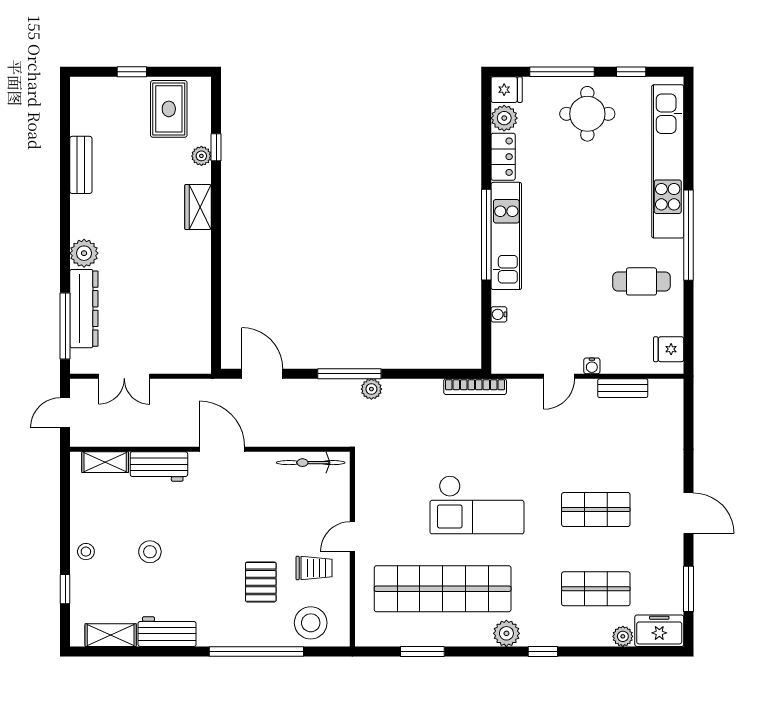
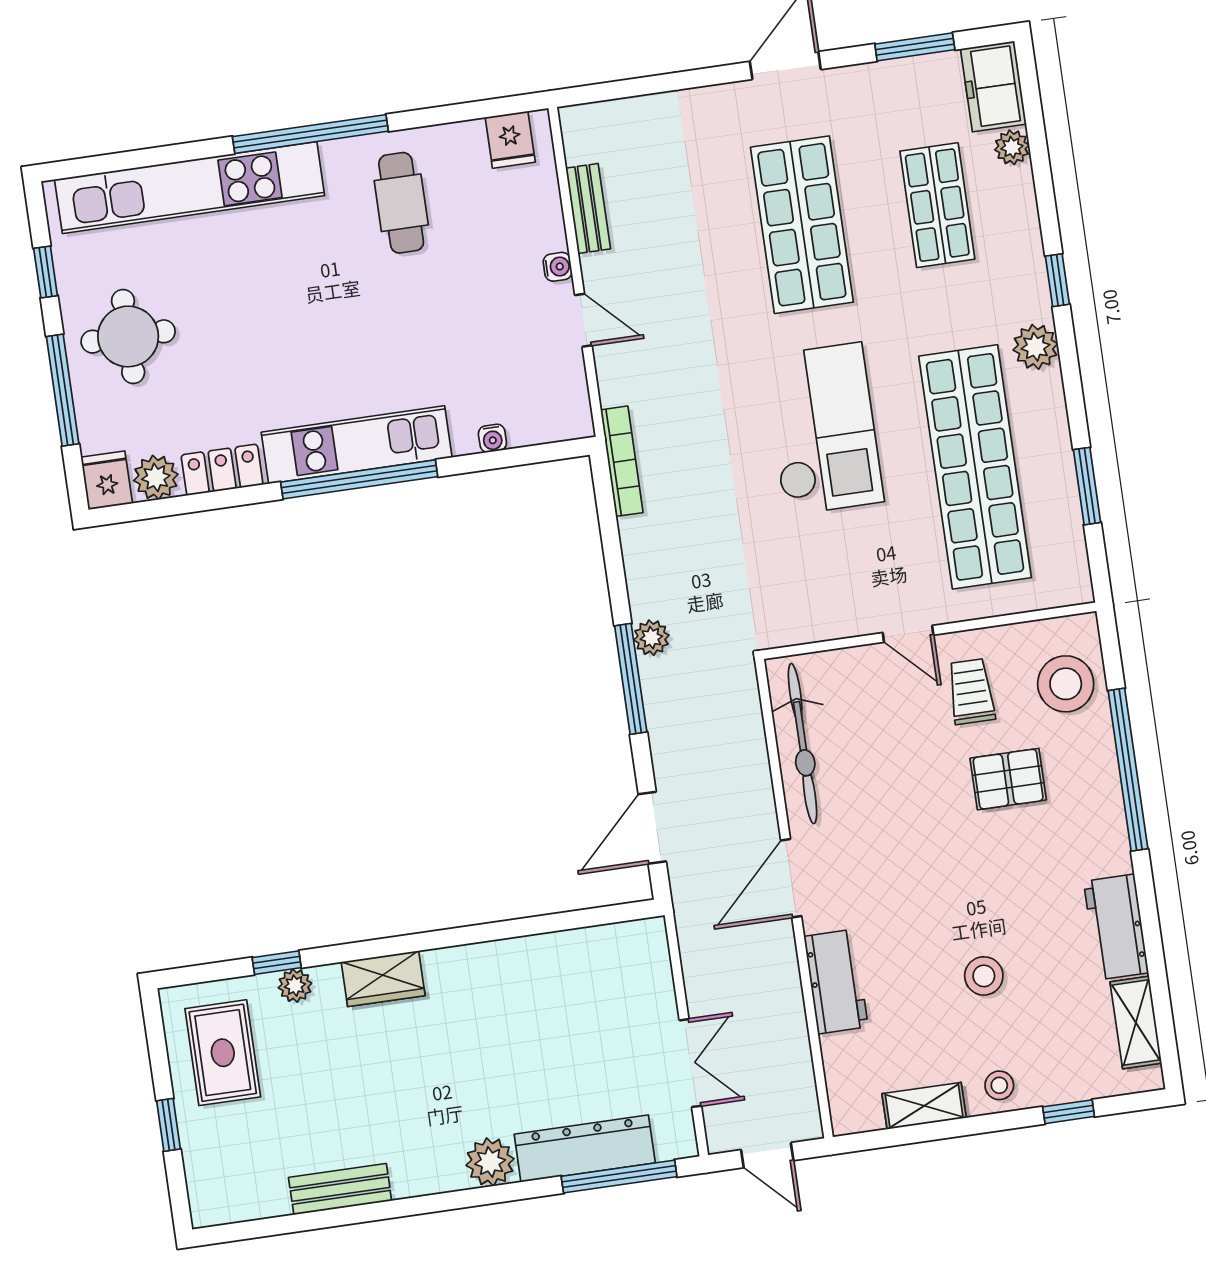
rug: (169, 109) -> (223, 1053), turned 90
shelving: (105, 462) -> (924, 1106), moved, turned 90
bicycle: (311, 463) -> (803, 744), width x1.37, depth x1.40
shop shelf: (596, 510) -> (802, 225), width x1.43, depth x1.36

